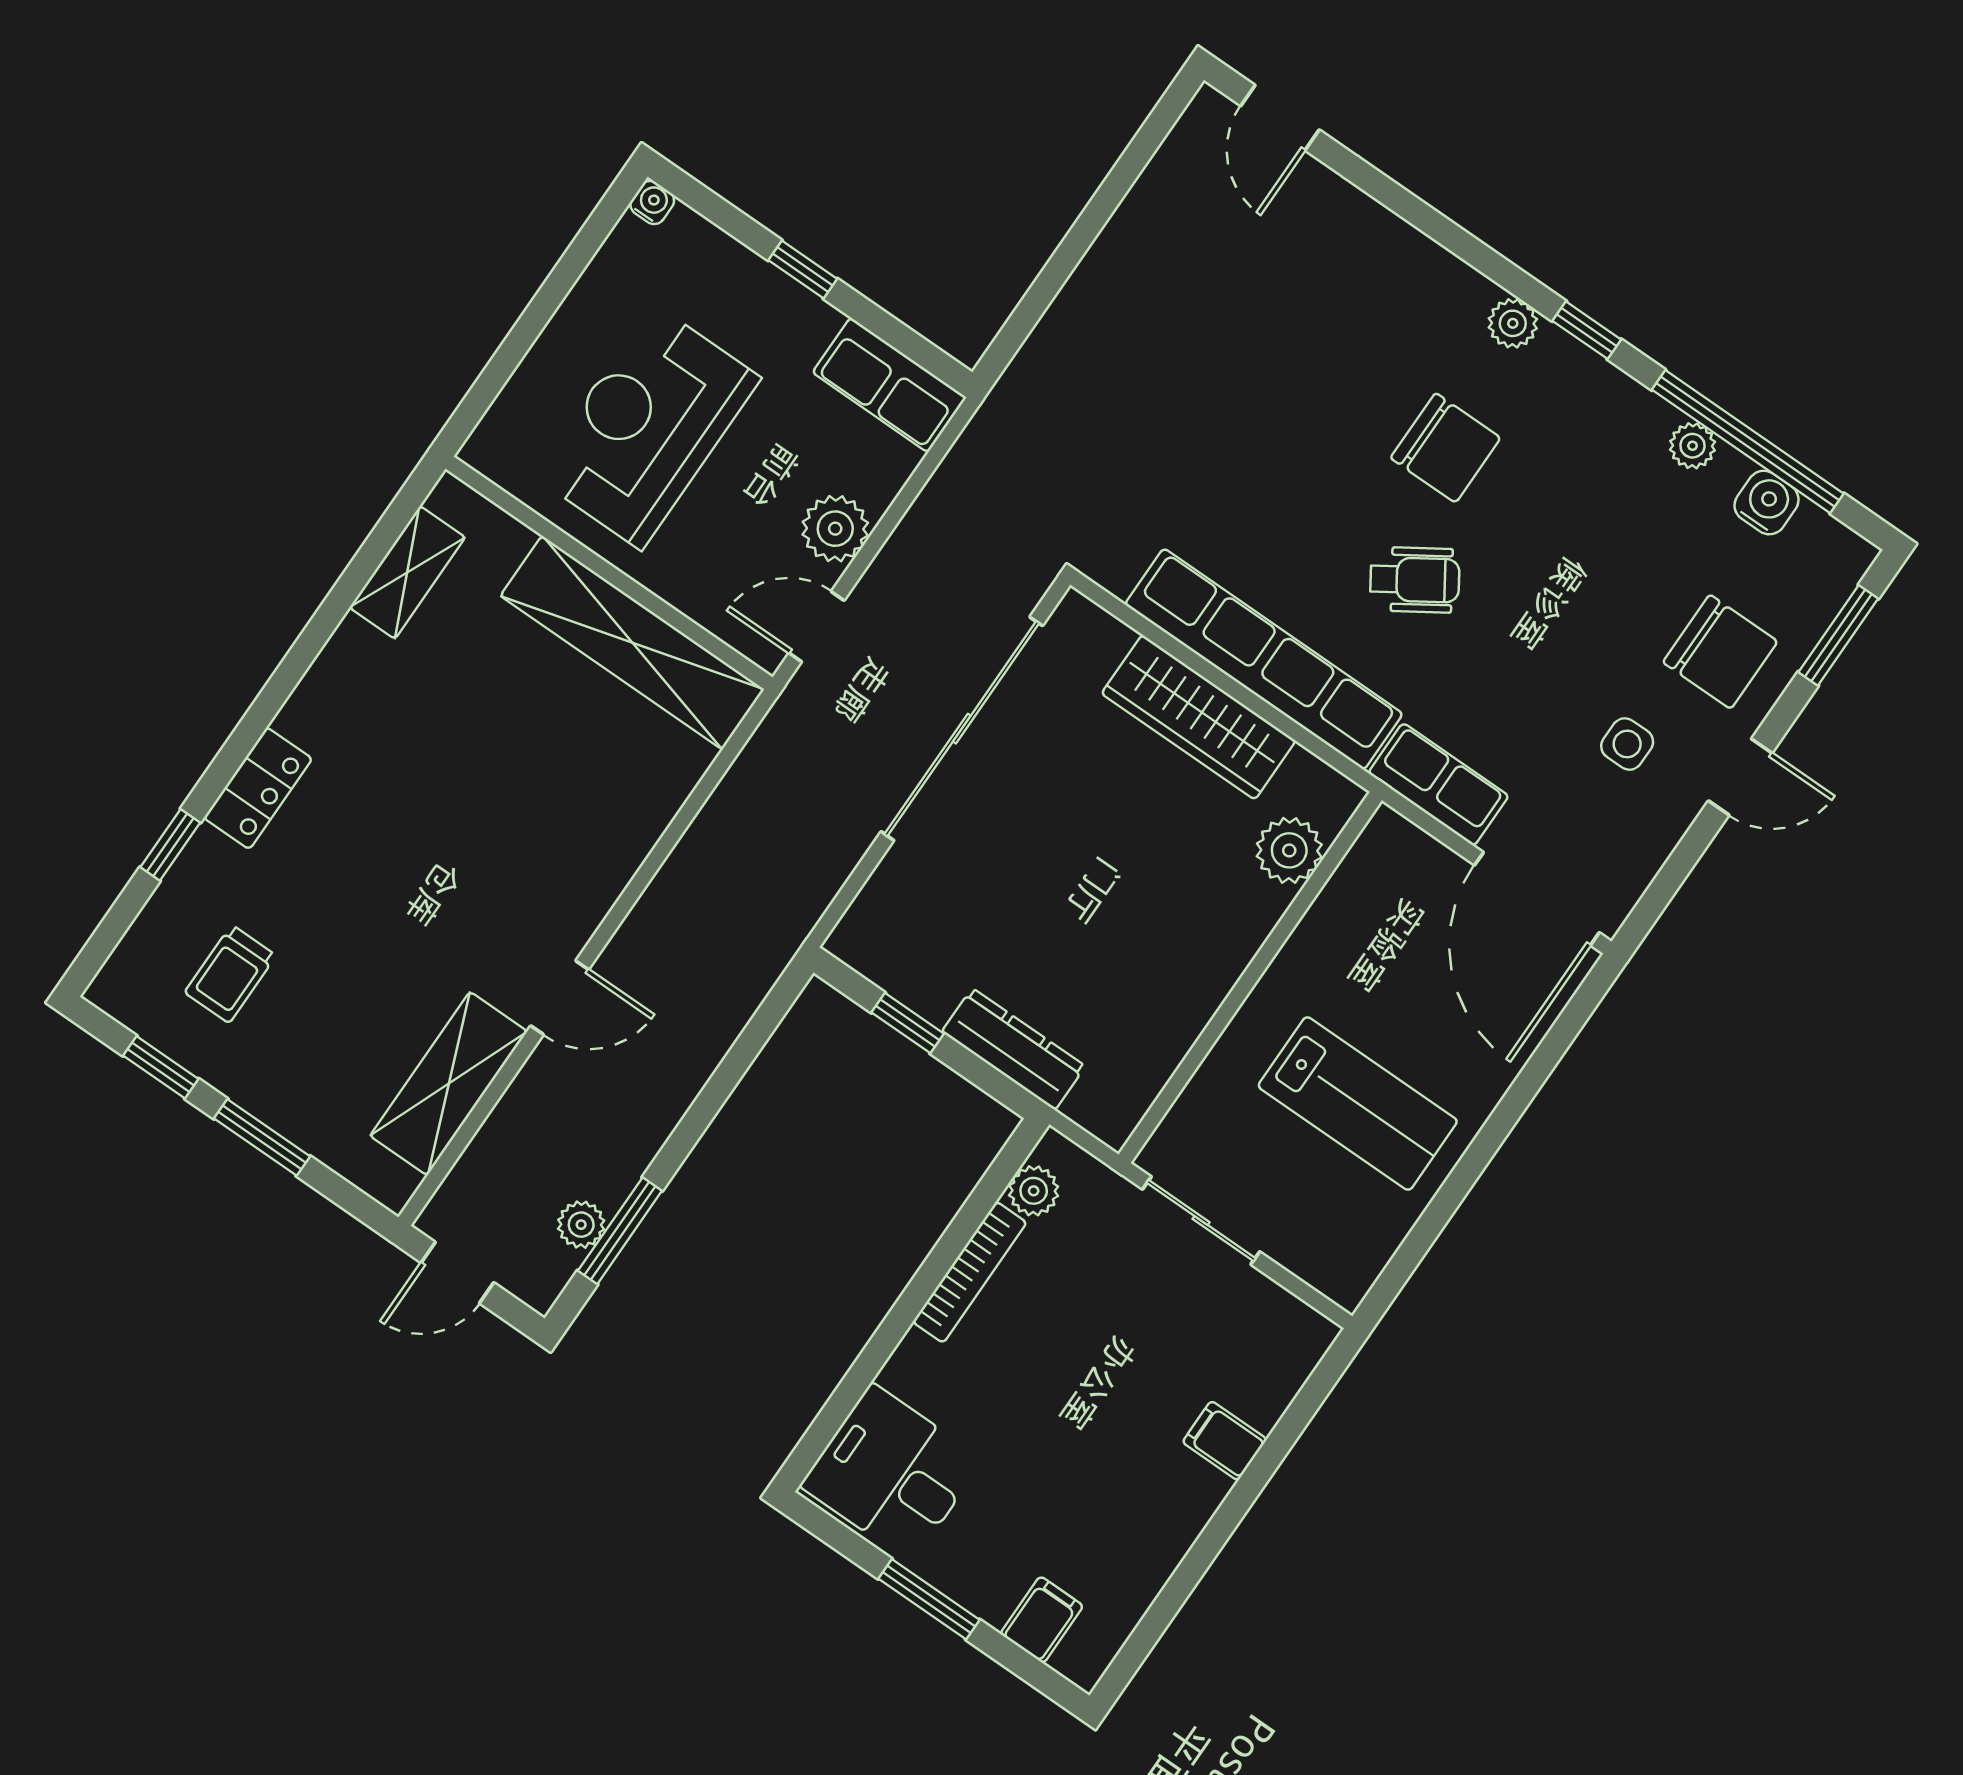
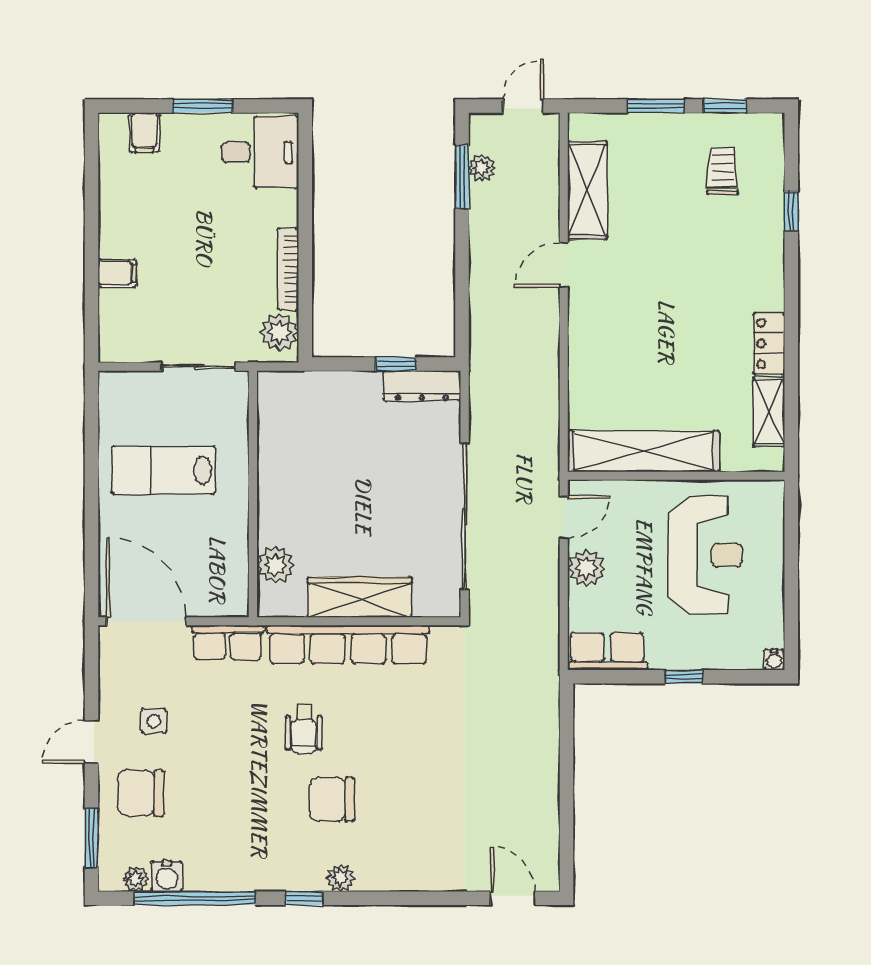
plant: (1692, 446) -> (136, 879), moved
wheelchair: (1415, 580) -> (304, 729), turned -57
locker: (258, 788) -> (769, 344), moved
dresser: (1013, 1049) -> (422, 386), moved
plant: (1034, 1191) -> (279, 332), width x1.38, depth x1.38

